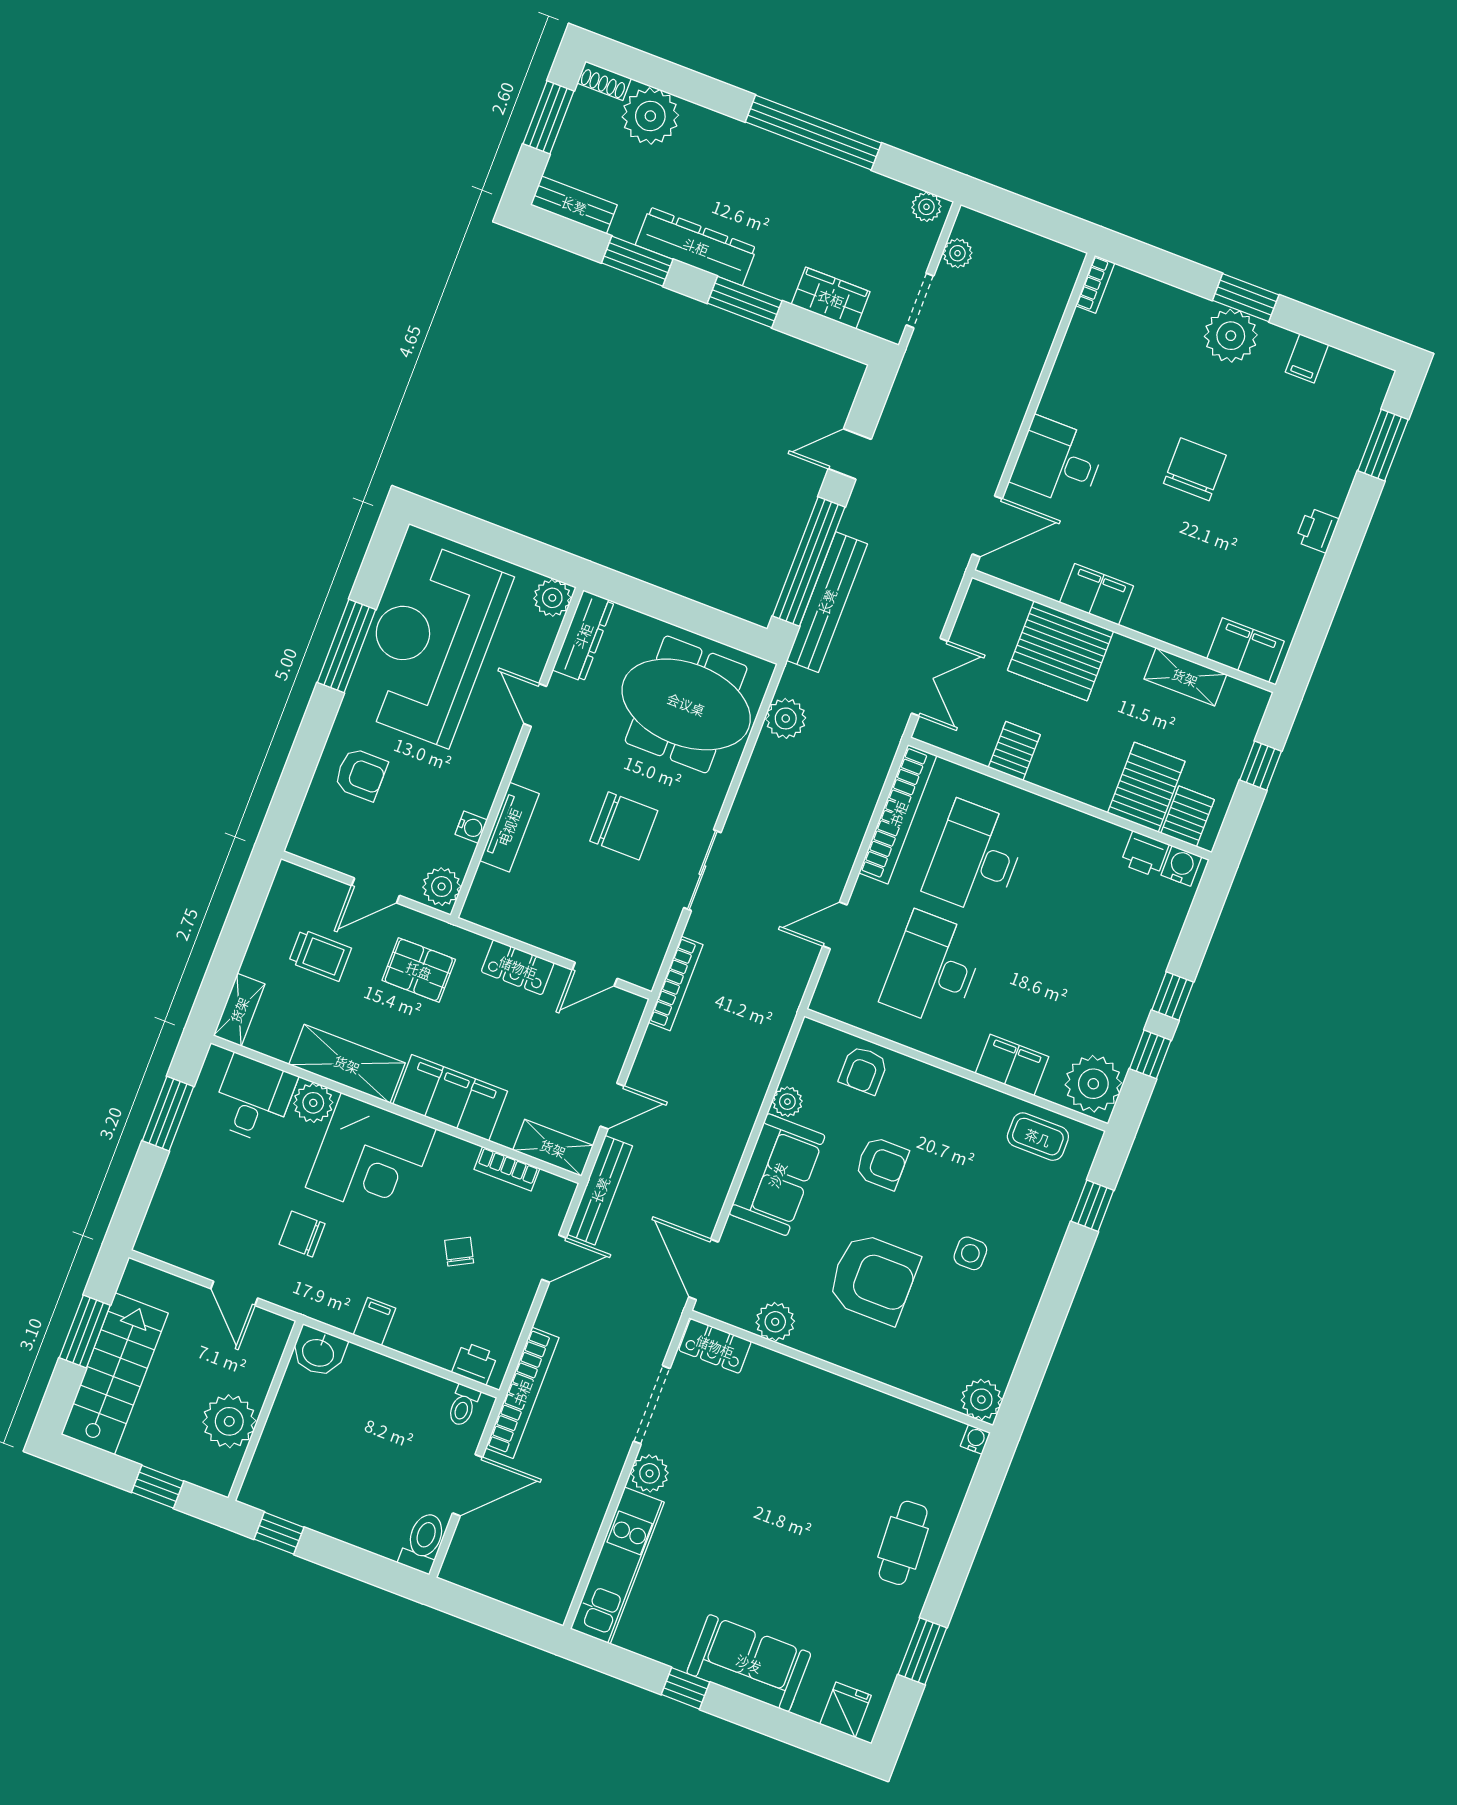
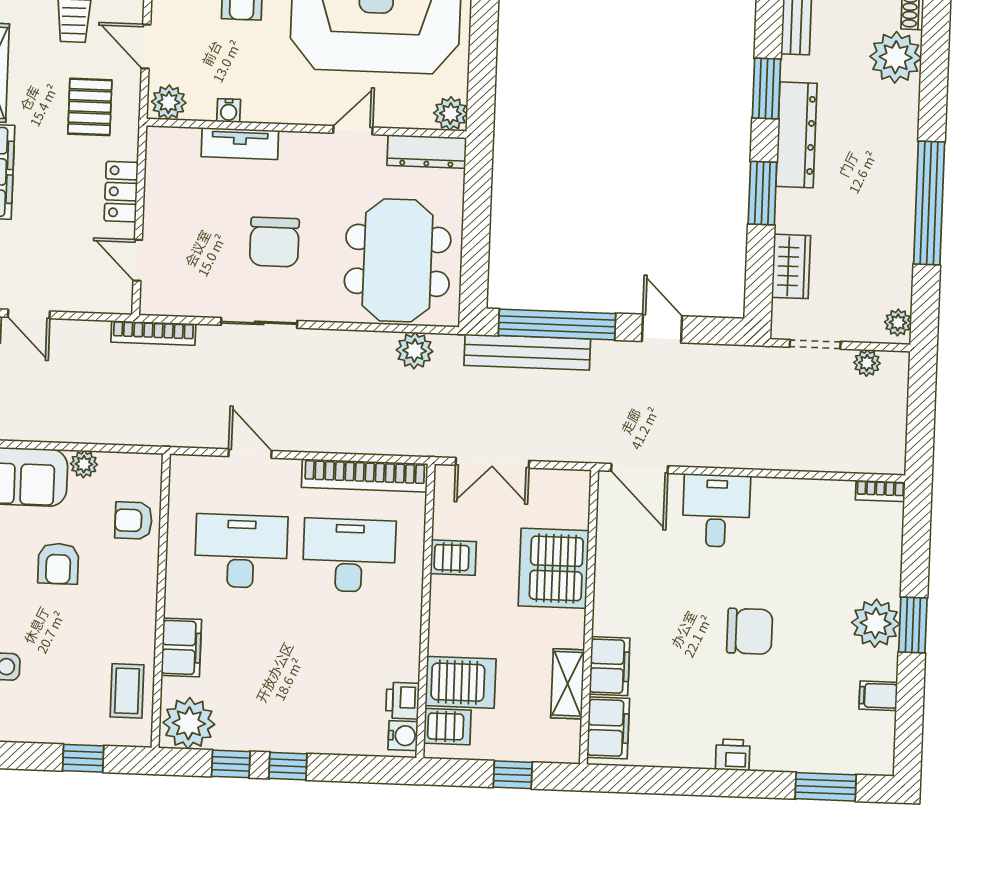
filing cabinet: (1097, 594) -> (610, 666), moved

